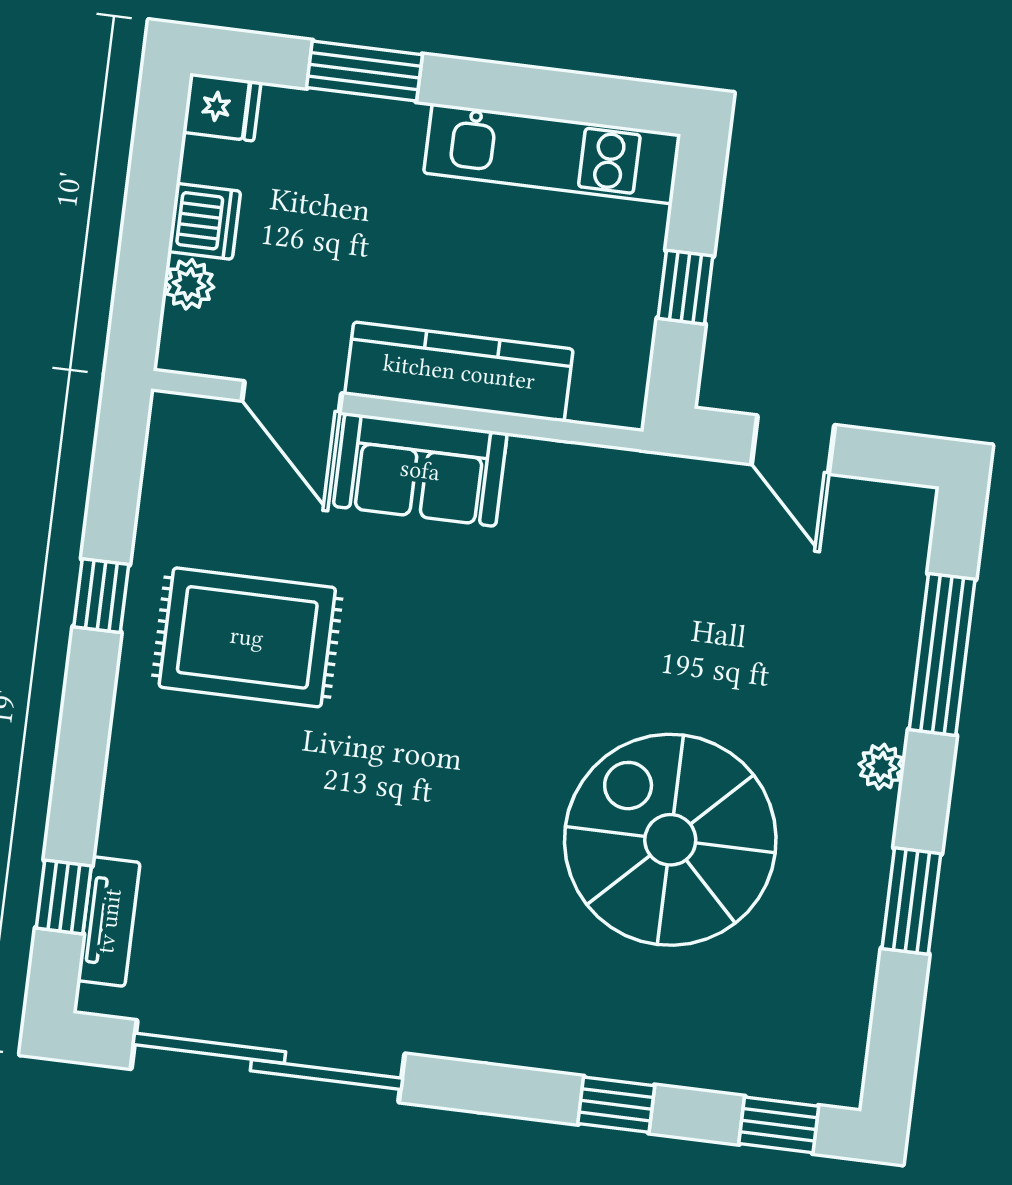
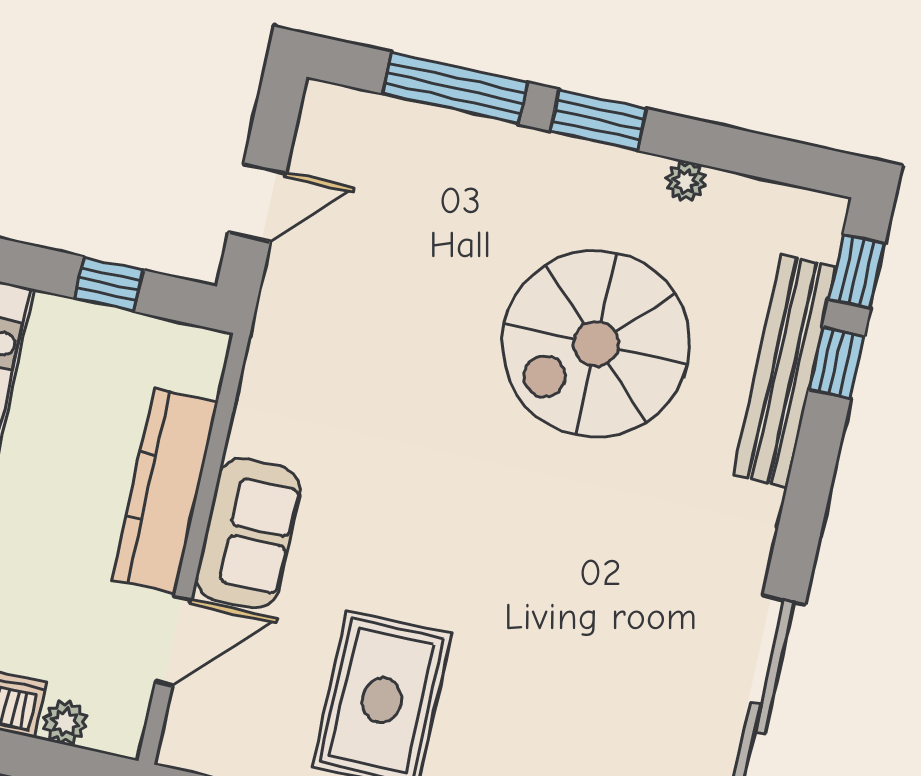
plant: (882, 767) -> (686, 181), moved
window: (911, 901) -> (598, 120), moved
bench: (659, 1054) -> (784, 371), added
window: (616, 1105) -> (837, 363), moved

